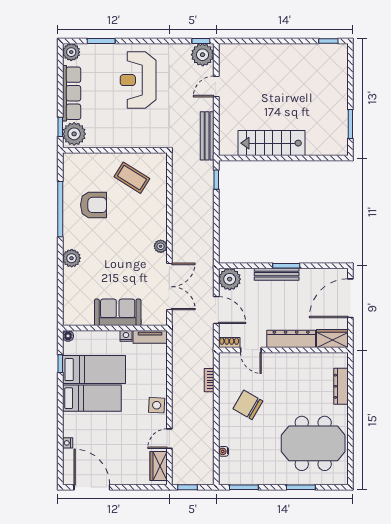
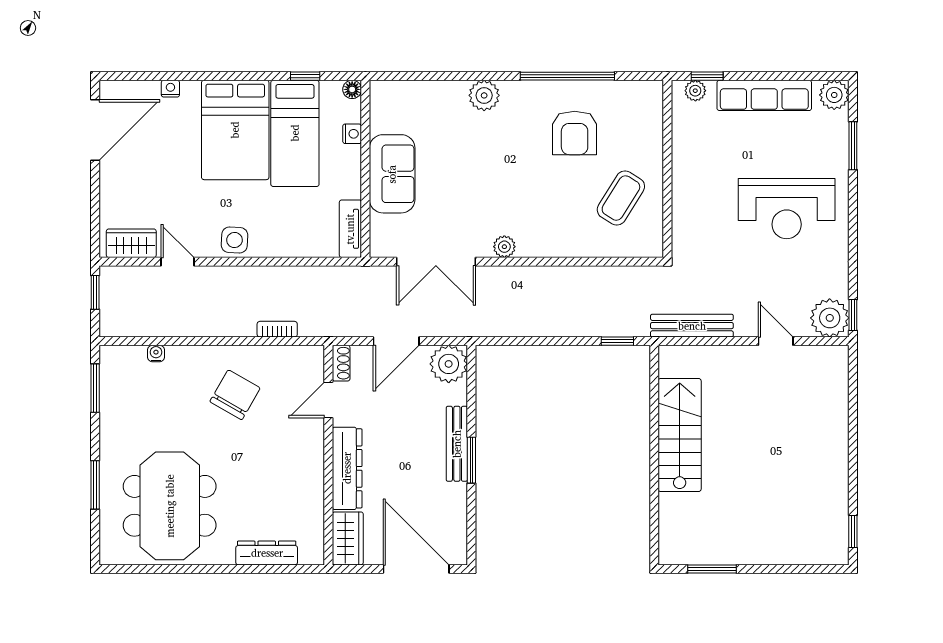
reception desk: (138, 80) -> (787, 209), turned 180
plant: (74, 134) -> (695, 91), width x0.53, depth x0.53
nightstand: (126, 336) -> (352, 134), moved
bed: (92, 398) -> (235, 130), width x1.50

